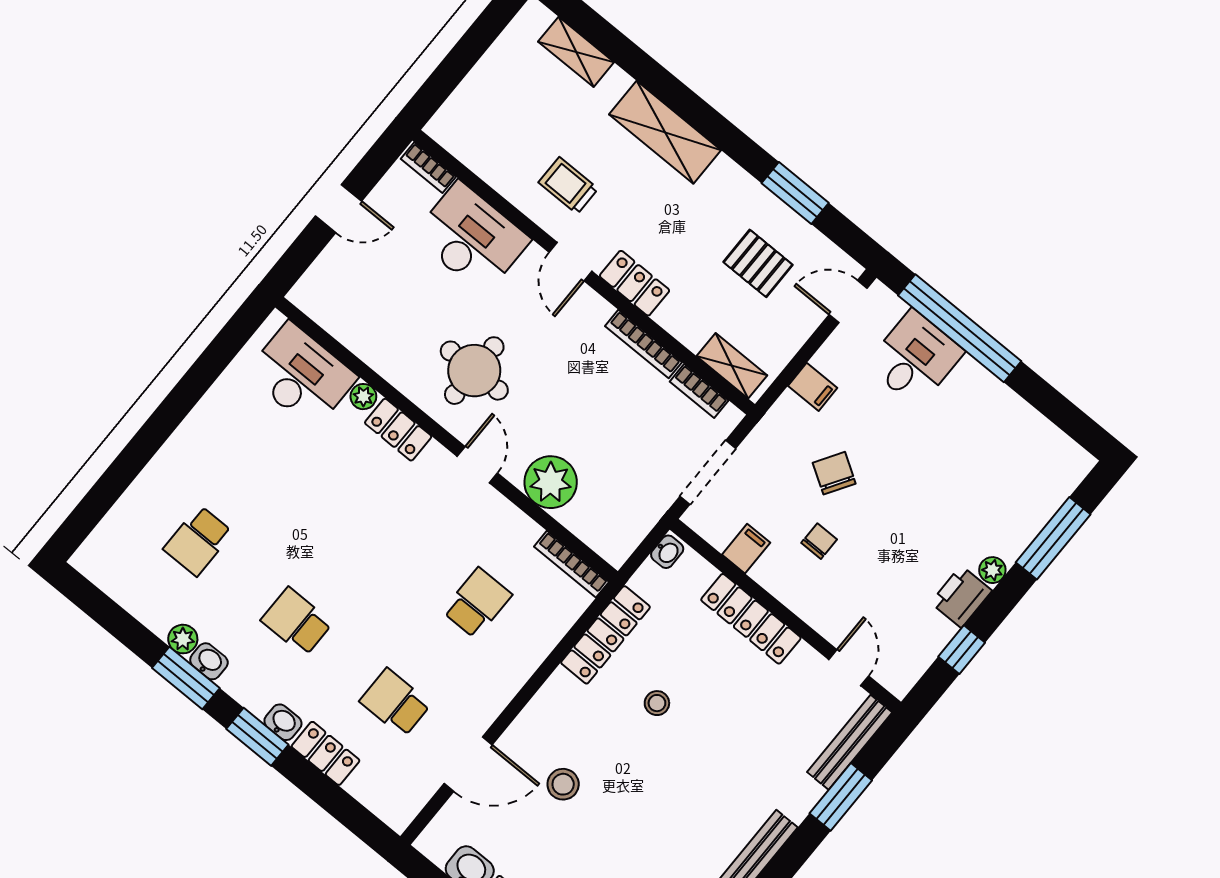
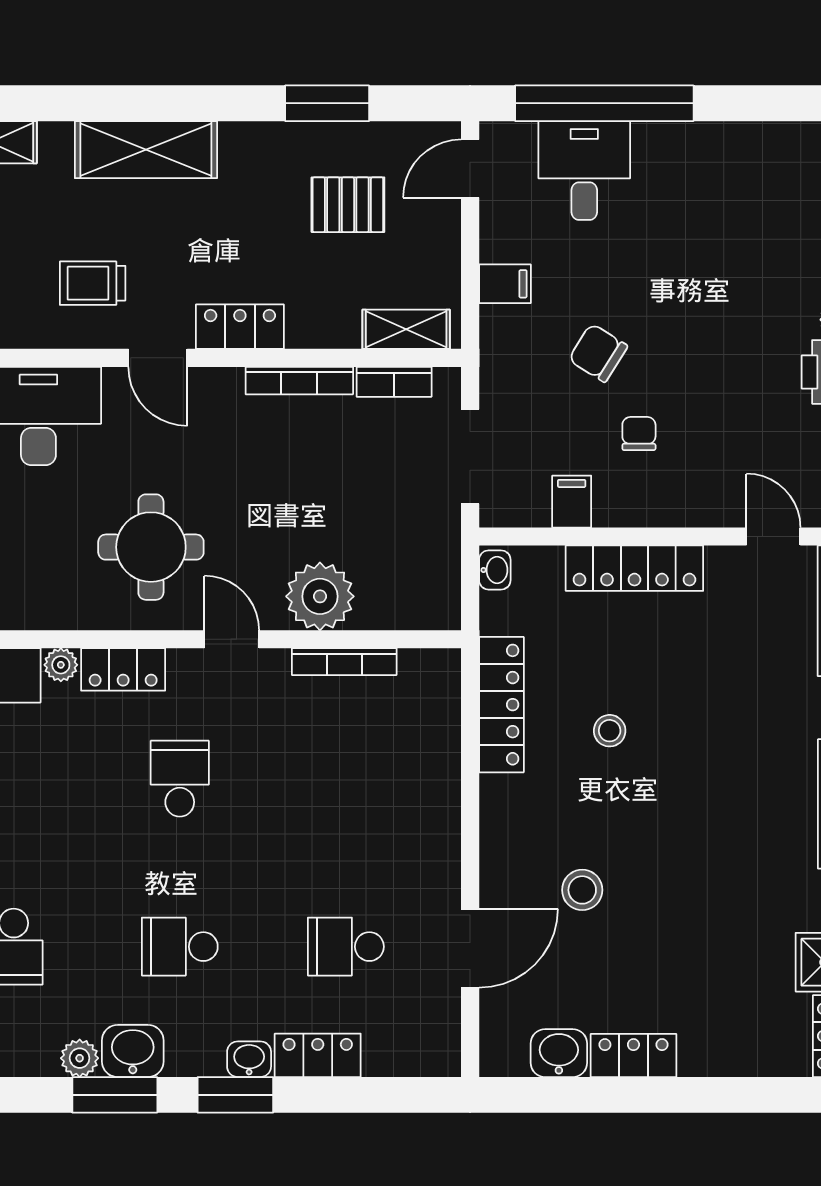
bookcase: (571, 564) -> (344, 662), moved
school desk: (477, 603) -> (180, 779), moved
washbasin: (209, 661) -> (133, 1051), width x1.38, depth x1.45

